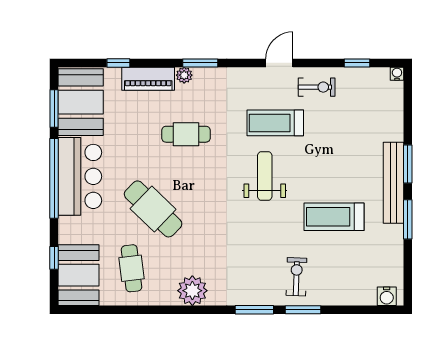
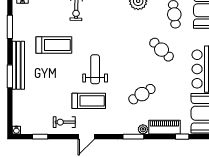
cafe table: (186, 134) -> (142, 94), turned -31
weight bench: (265, 176) -> (95, 69), turned 180
cafe table: (153, 209) -> (162, 50), width x0.73, depth x0.74
window: (408, 219) -> (10, 27), moved

